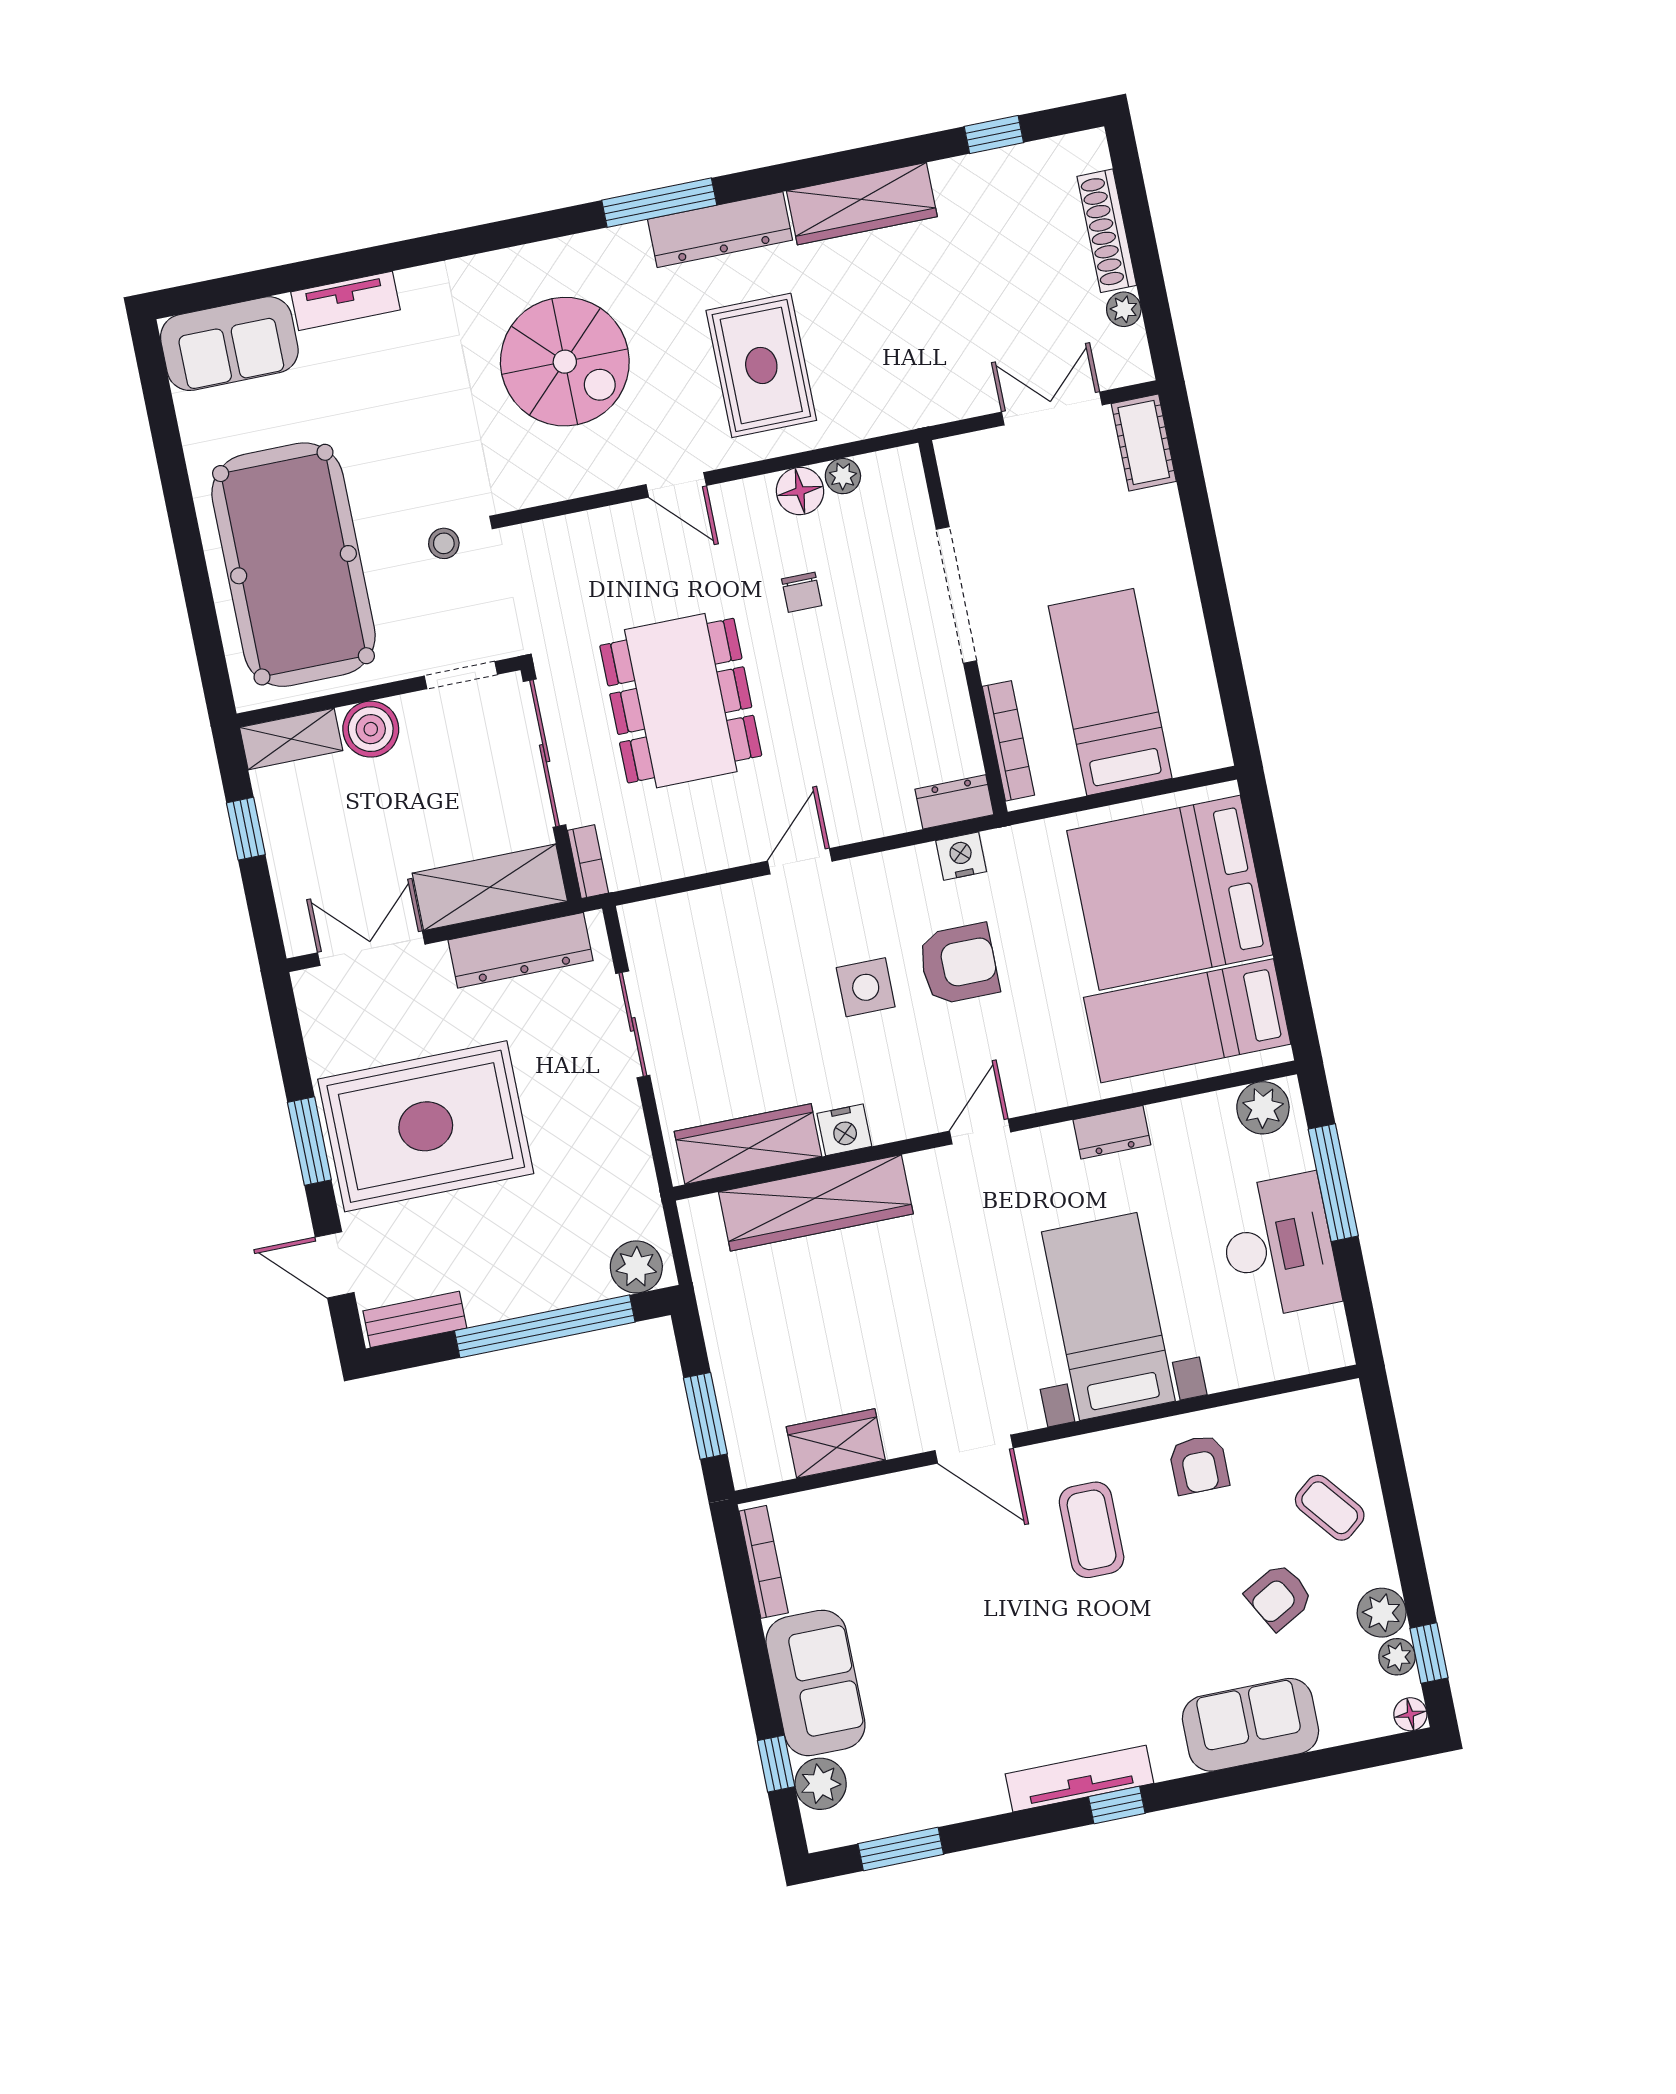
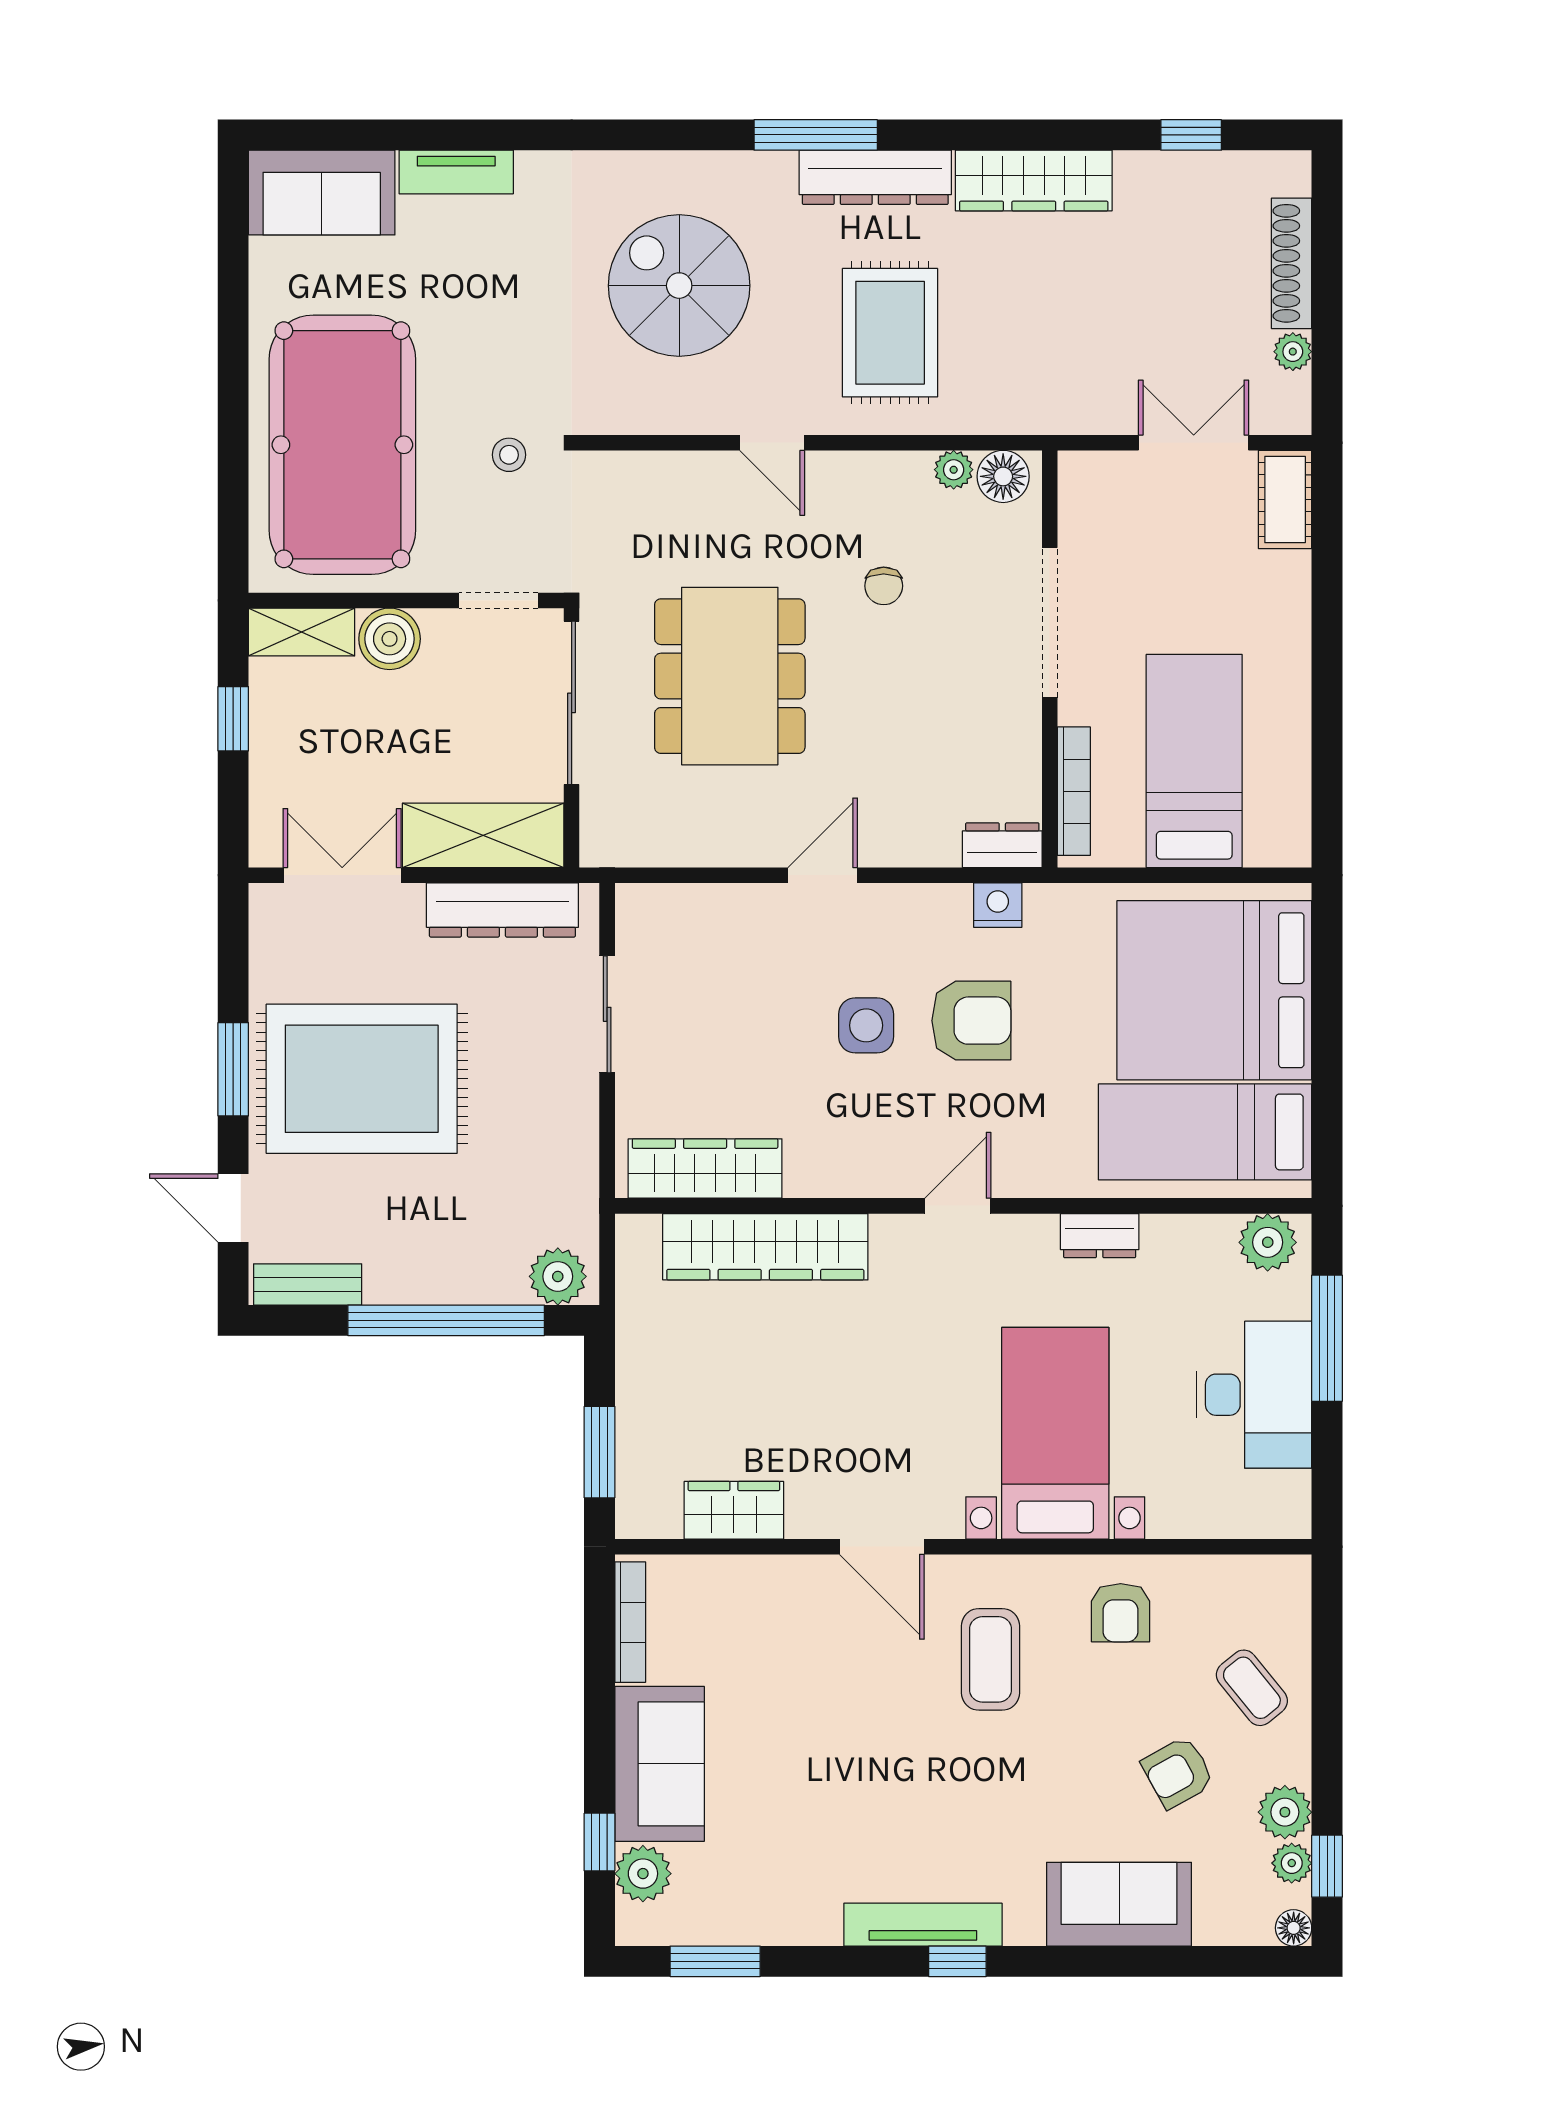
spiral stairs: (565, 362) -> (679, 286), turned 180
floor lamp: (800, 491) -> (1003, 476), moved
bookcase: (588, 862) -> (594, 829), removed
nightstand: (844, 1130) -> (812, 1174), removed

